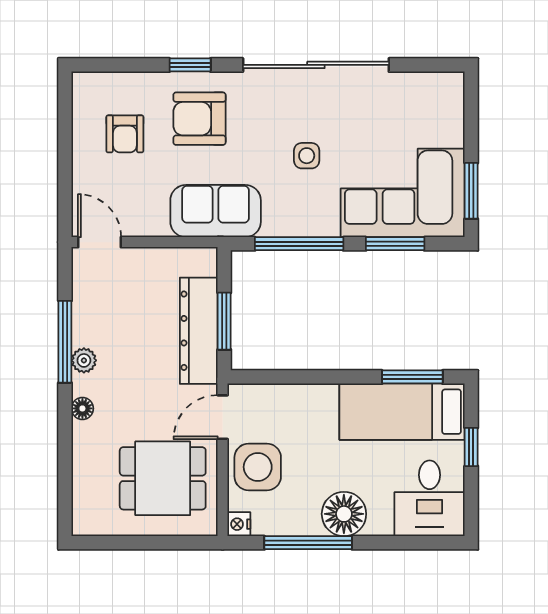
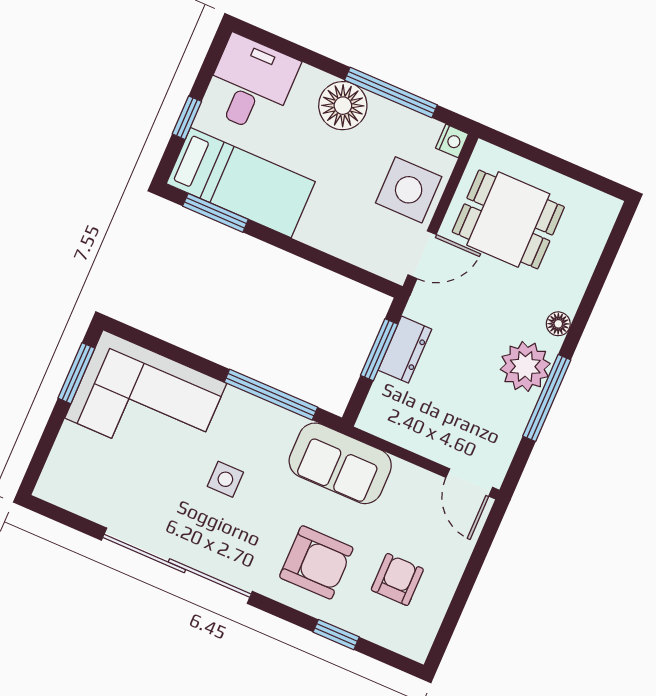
window: (190, 65) -> (336, 635), moved
window: (395, 244) -> (175, 353), removed
dresser: (199, 331) -> (405, 350), width x0.51, depth x0.80
plant: (84, 360) -> (525, 366), width x1.88, depth x1.88

